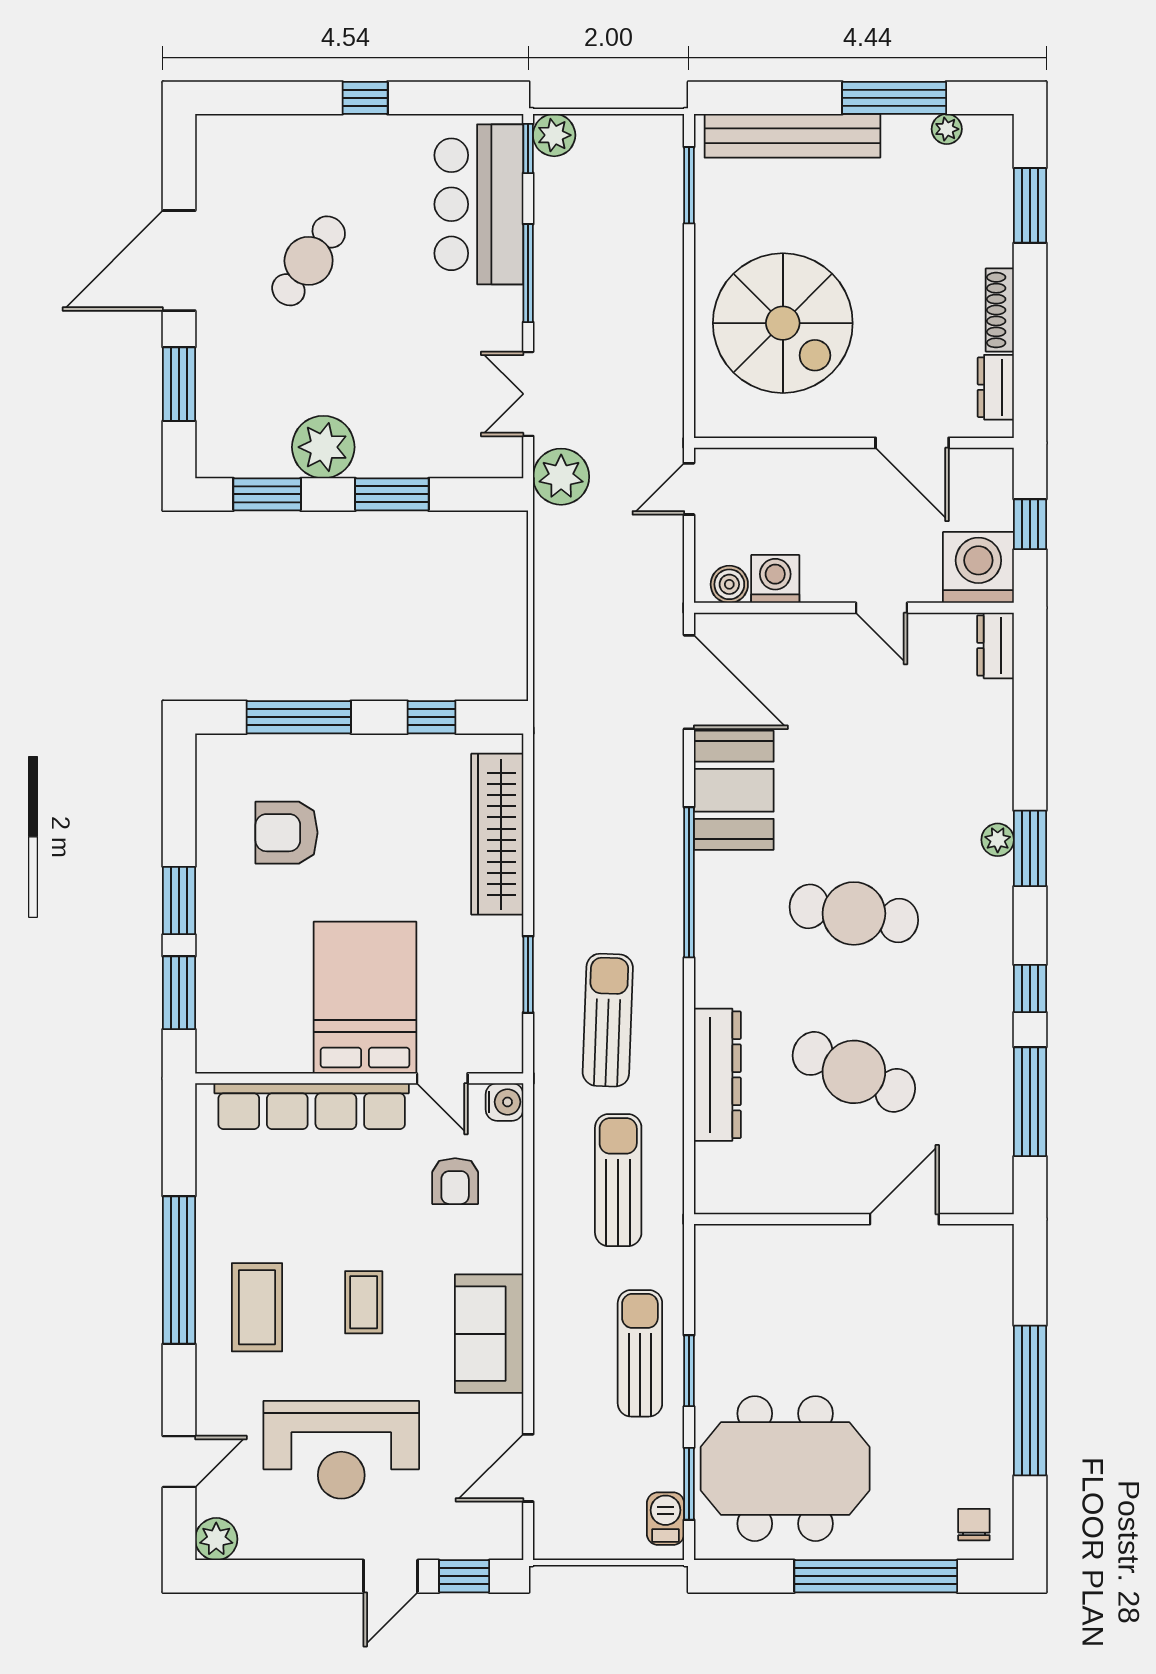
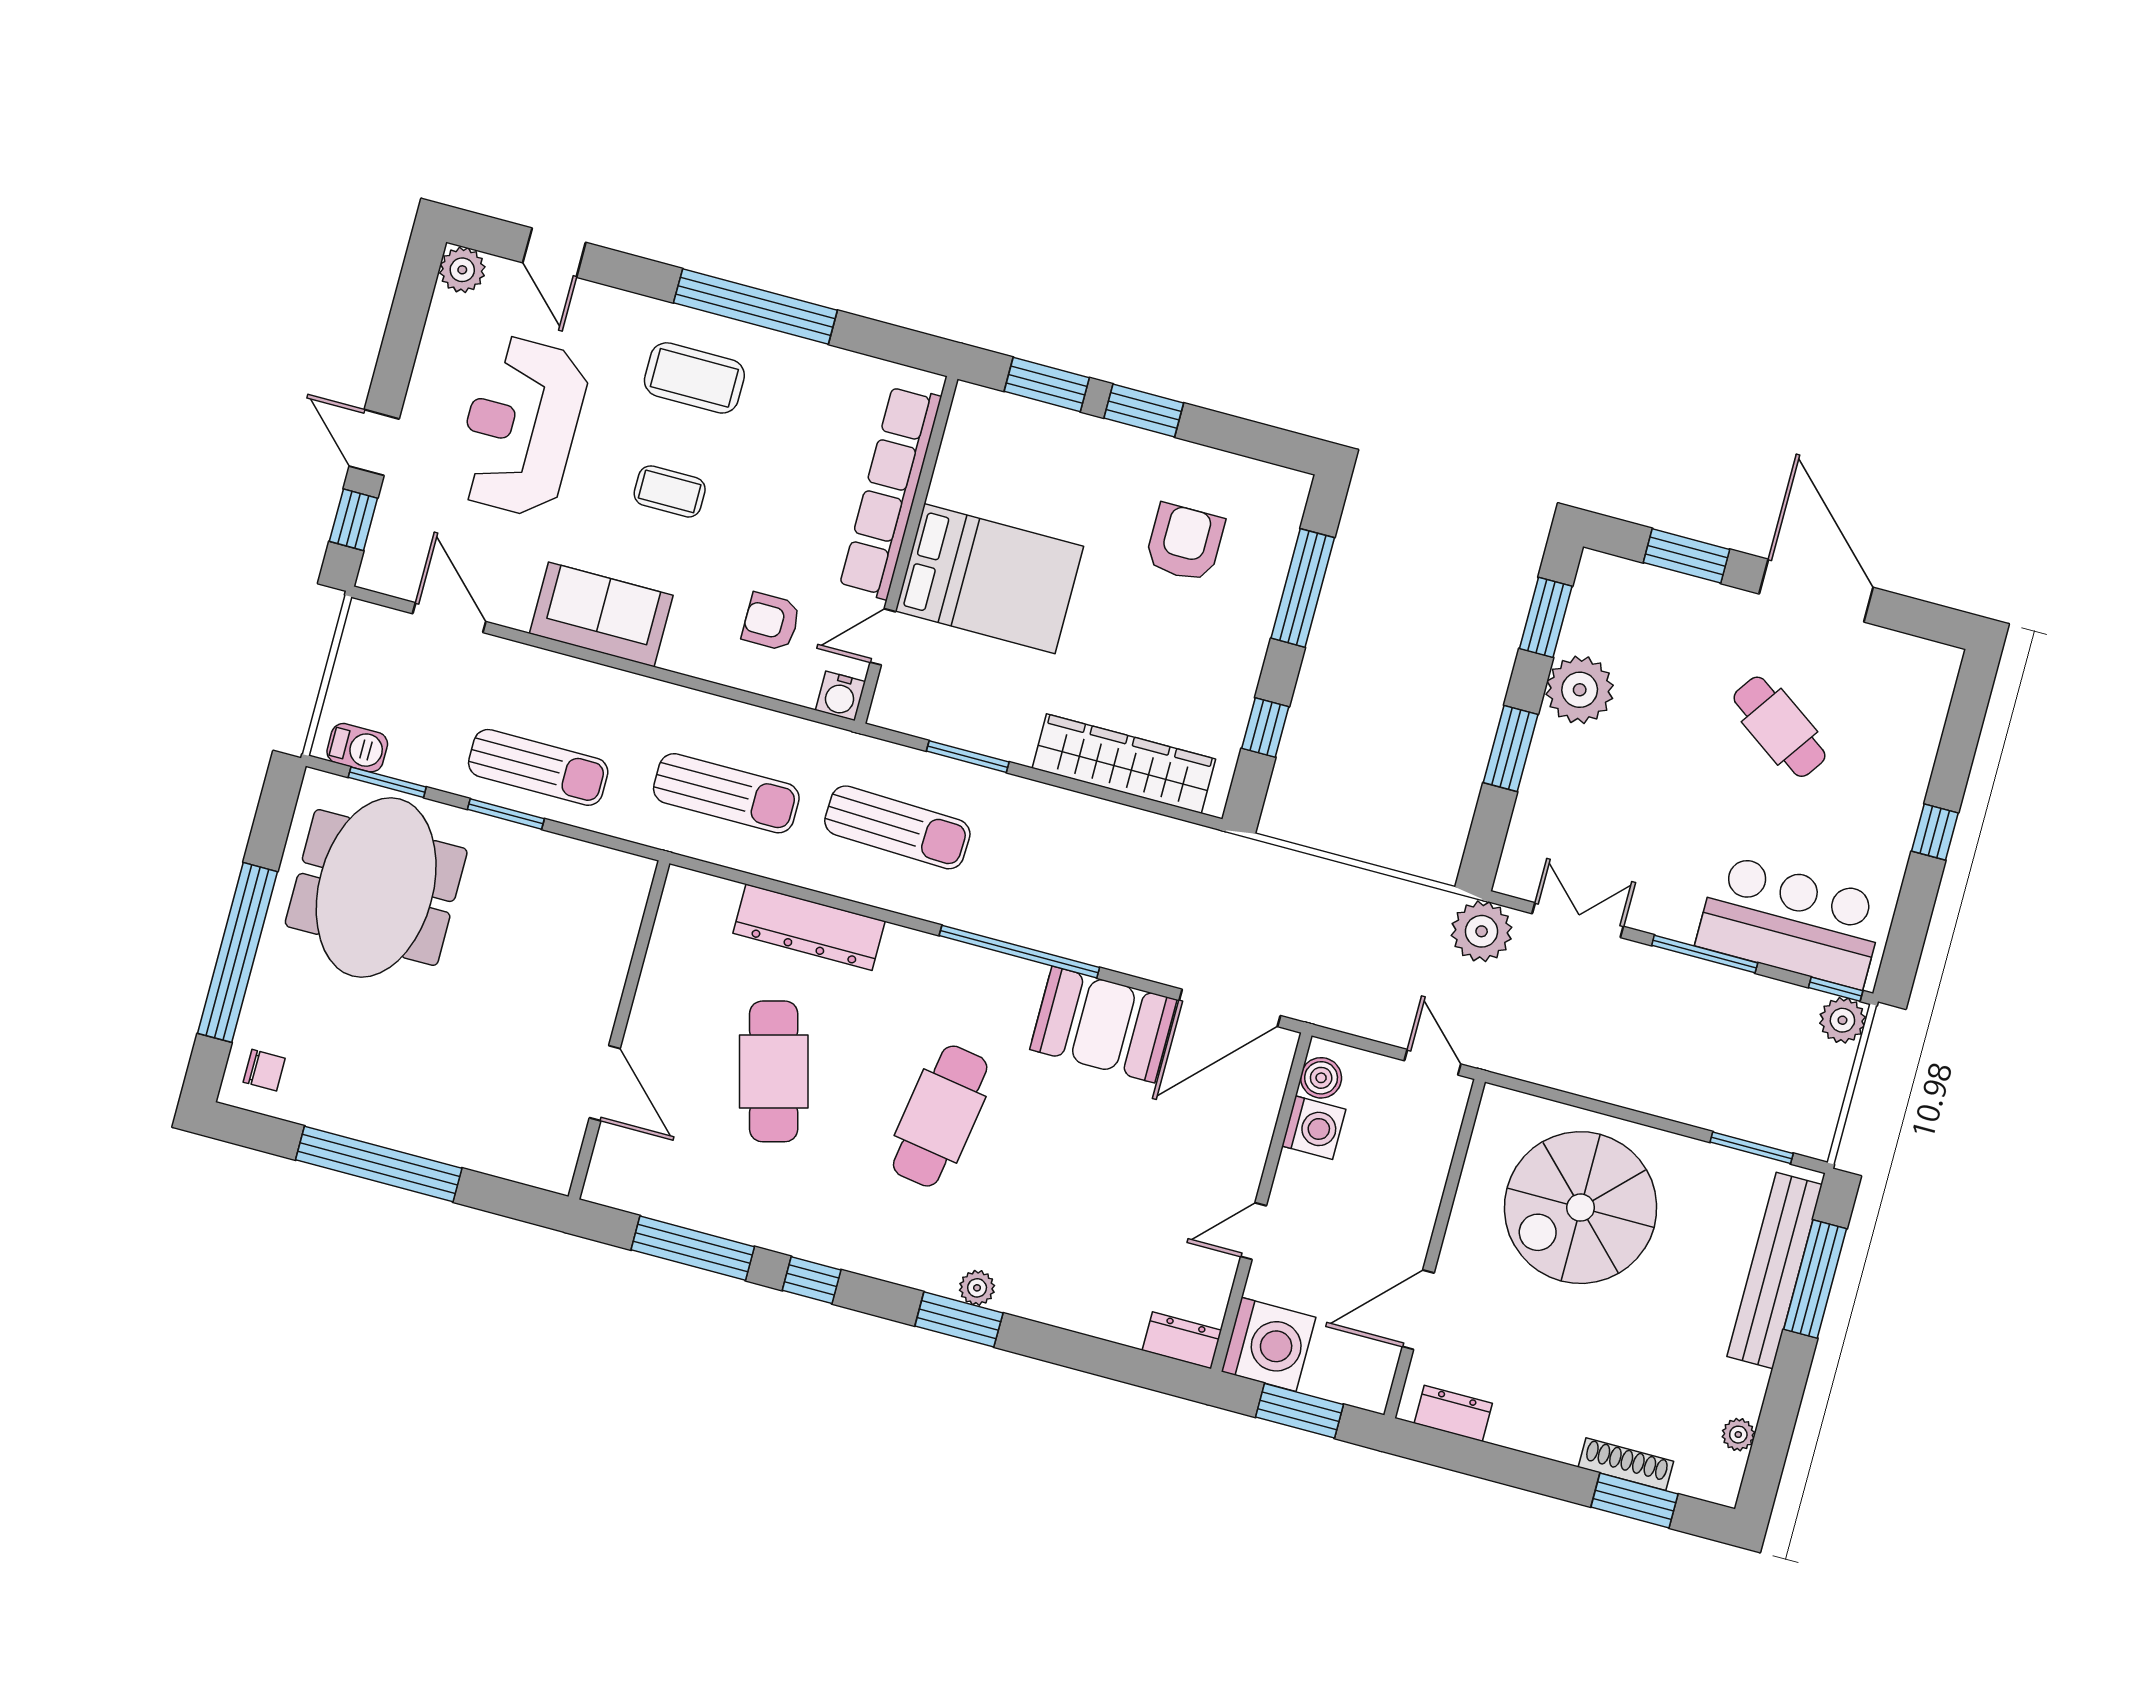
window: (894, 98) -> (1815, 1279), moved
shoe rack: (1000, 310) -> (1626, 1464), moved
window: (1030, 524) -> (1300, 1411), width x1.50
cafe table: (854, 1072) -> (774, 1071), turned -39

